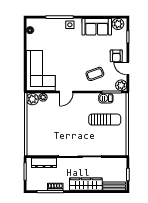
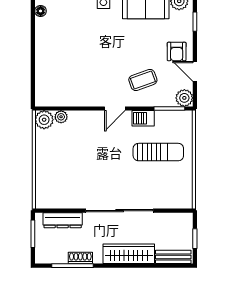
corner sofa: (41, 71) -> (58, 75), removed
door: (66, 92) -> (115, 109), moved
barbecue: (106, 98) -> (143, 118), moved

